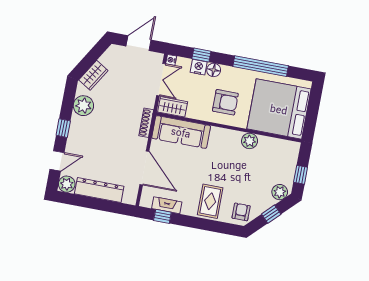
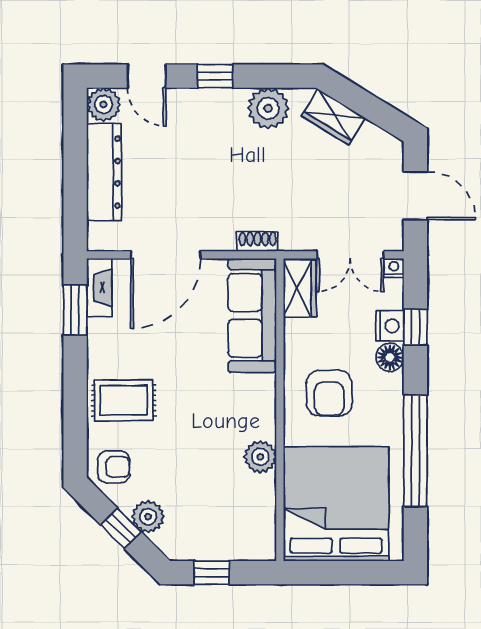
shoe rack: (146, 123) -> (258, 241), width x0.70
plant: (280, 192) -> (148, 517), moved
fireplace: (167, 205) -> (99, 288), moved
window: (162, 216) -> (75, 310), width x1.50

